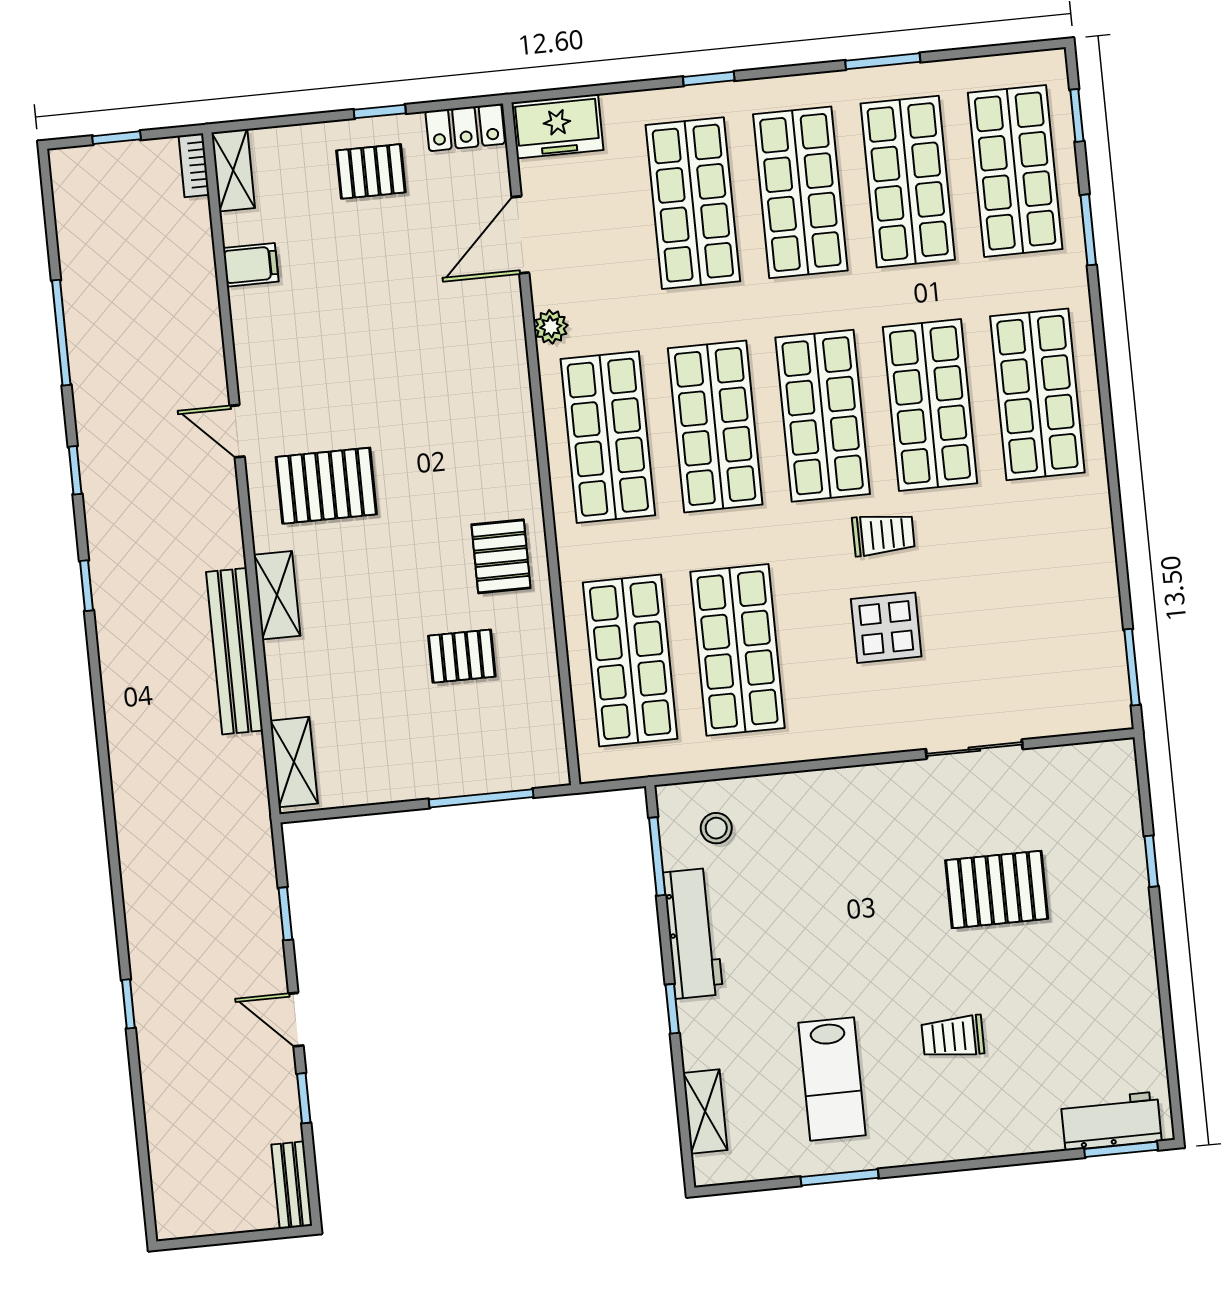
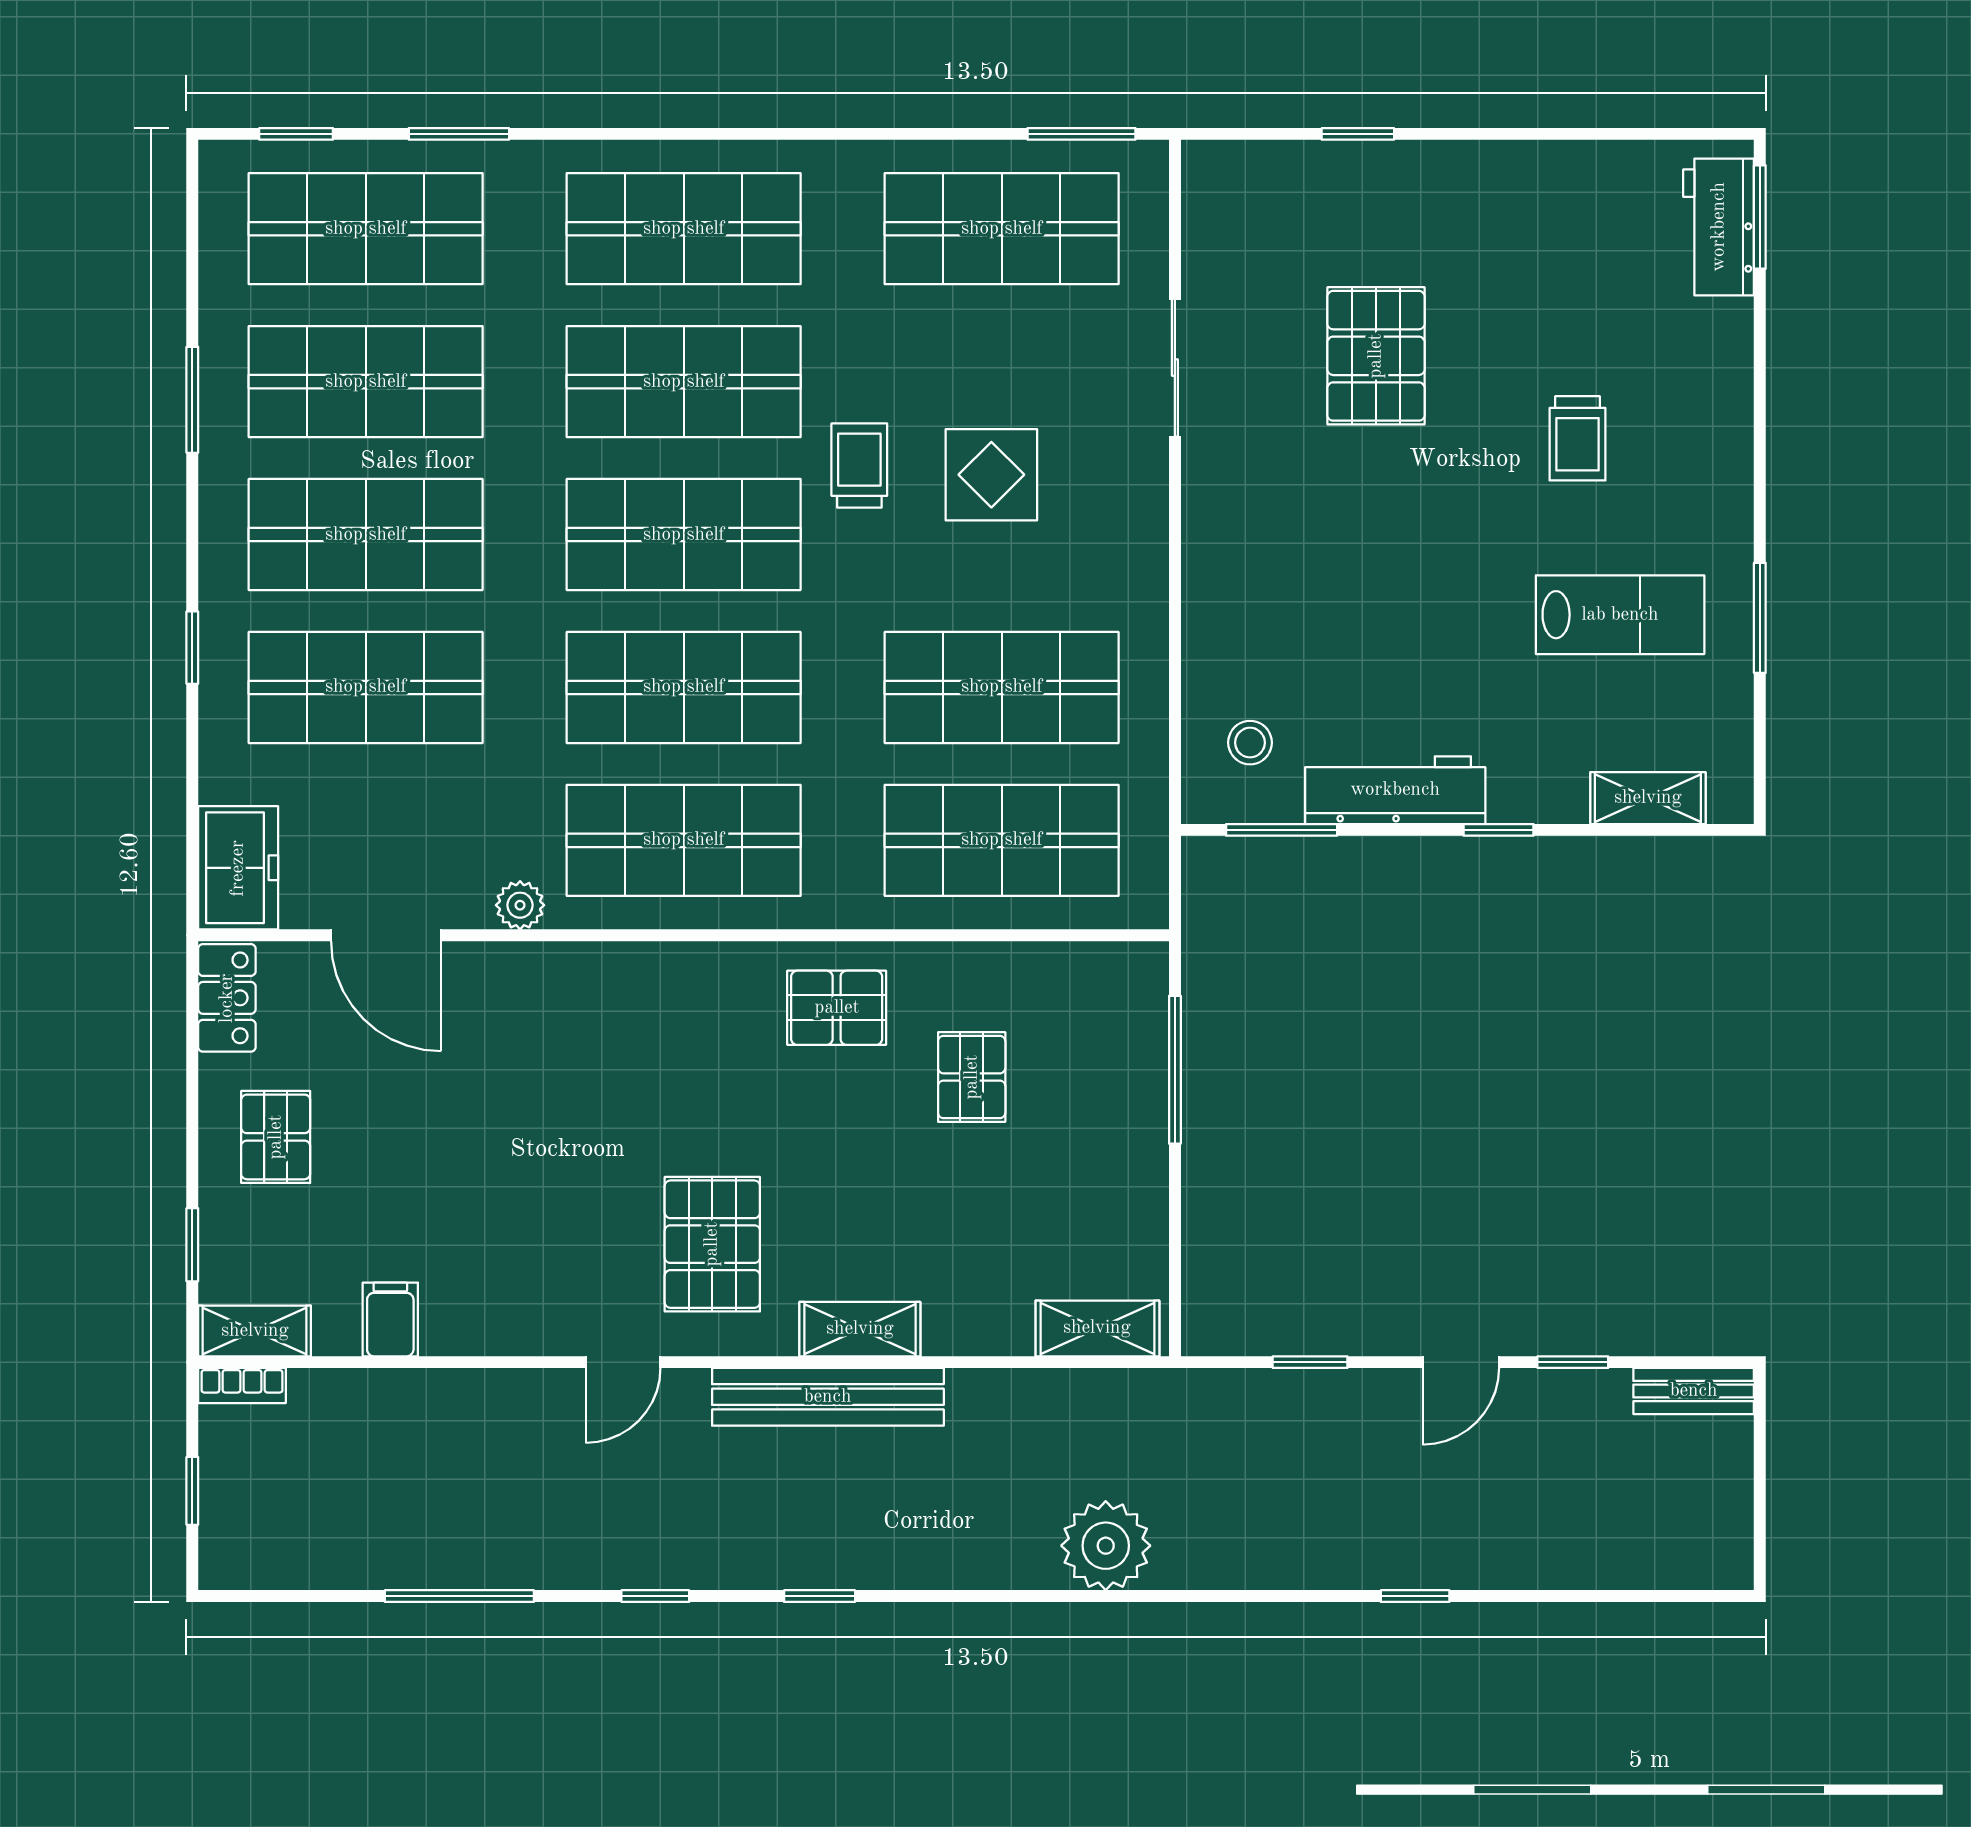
window: (380, 111) -> (192, 1245), moved
shop shelf: (1060, 618) -> (1002, 229), added
bench: (234, 651) -> (828, 1397), moved
plant: (142, 783) -> (1106, 1546), added

